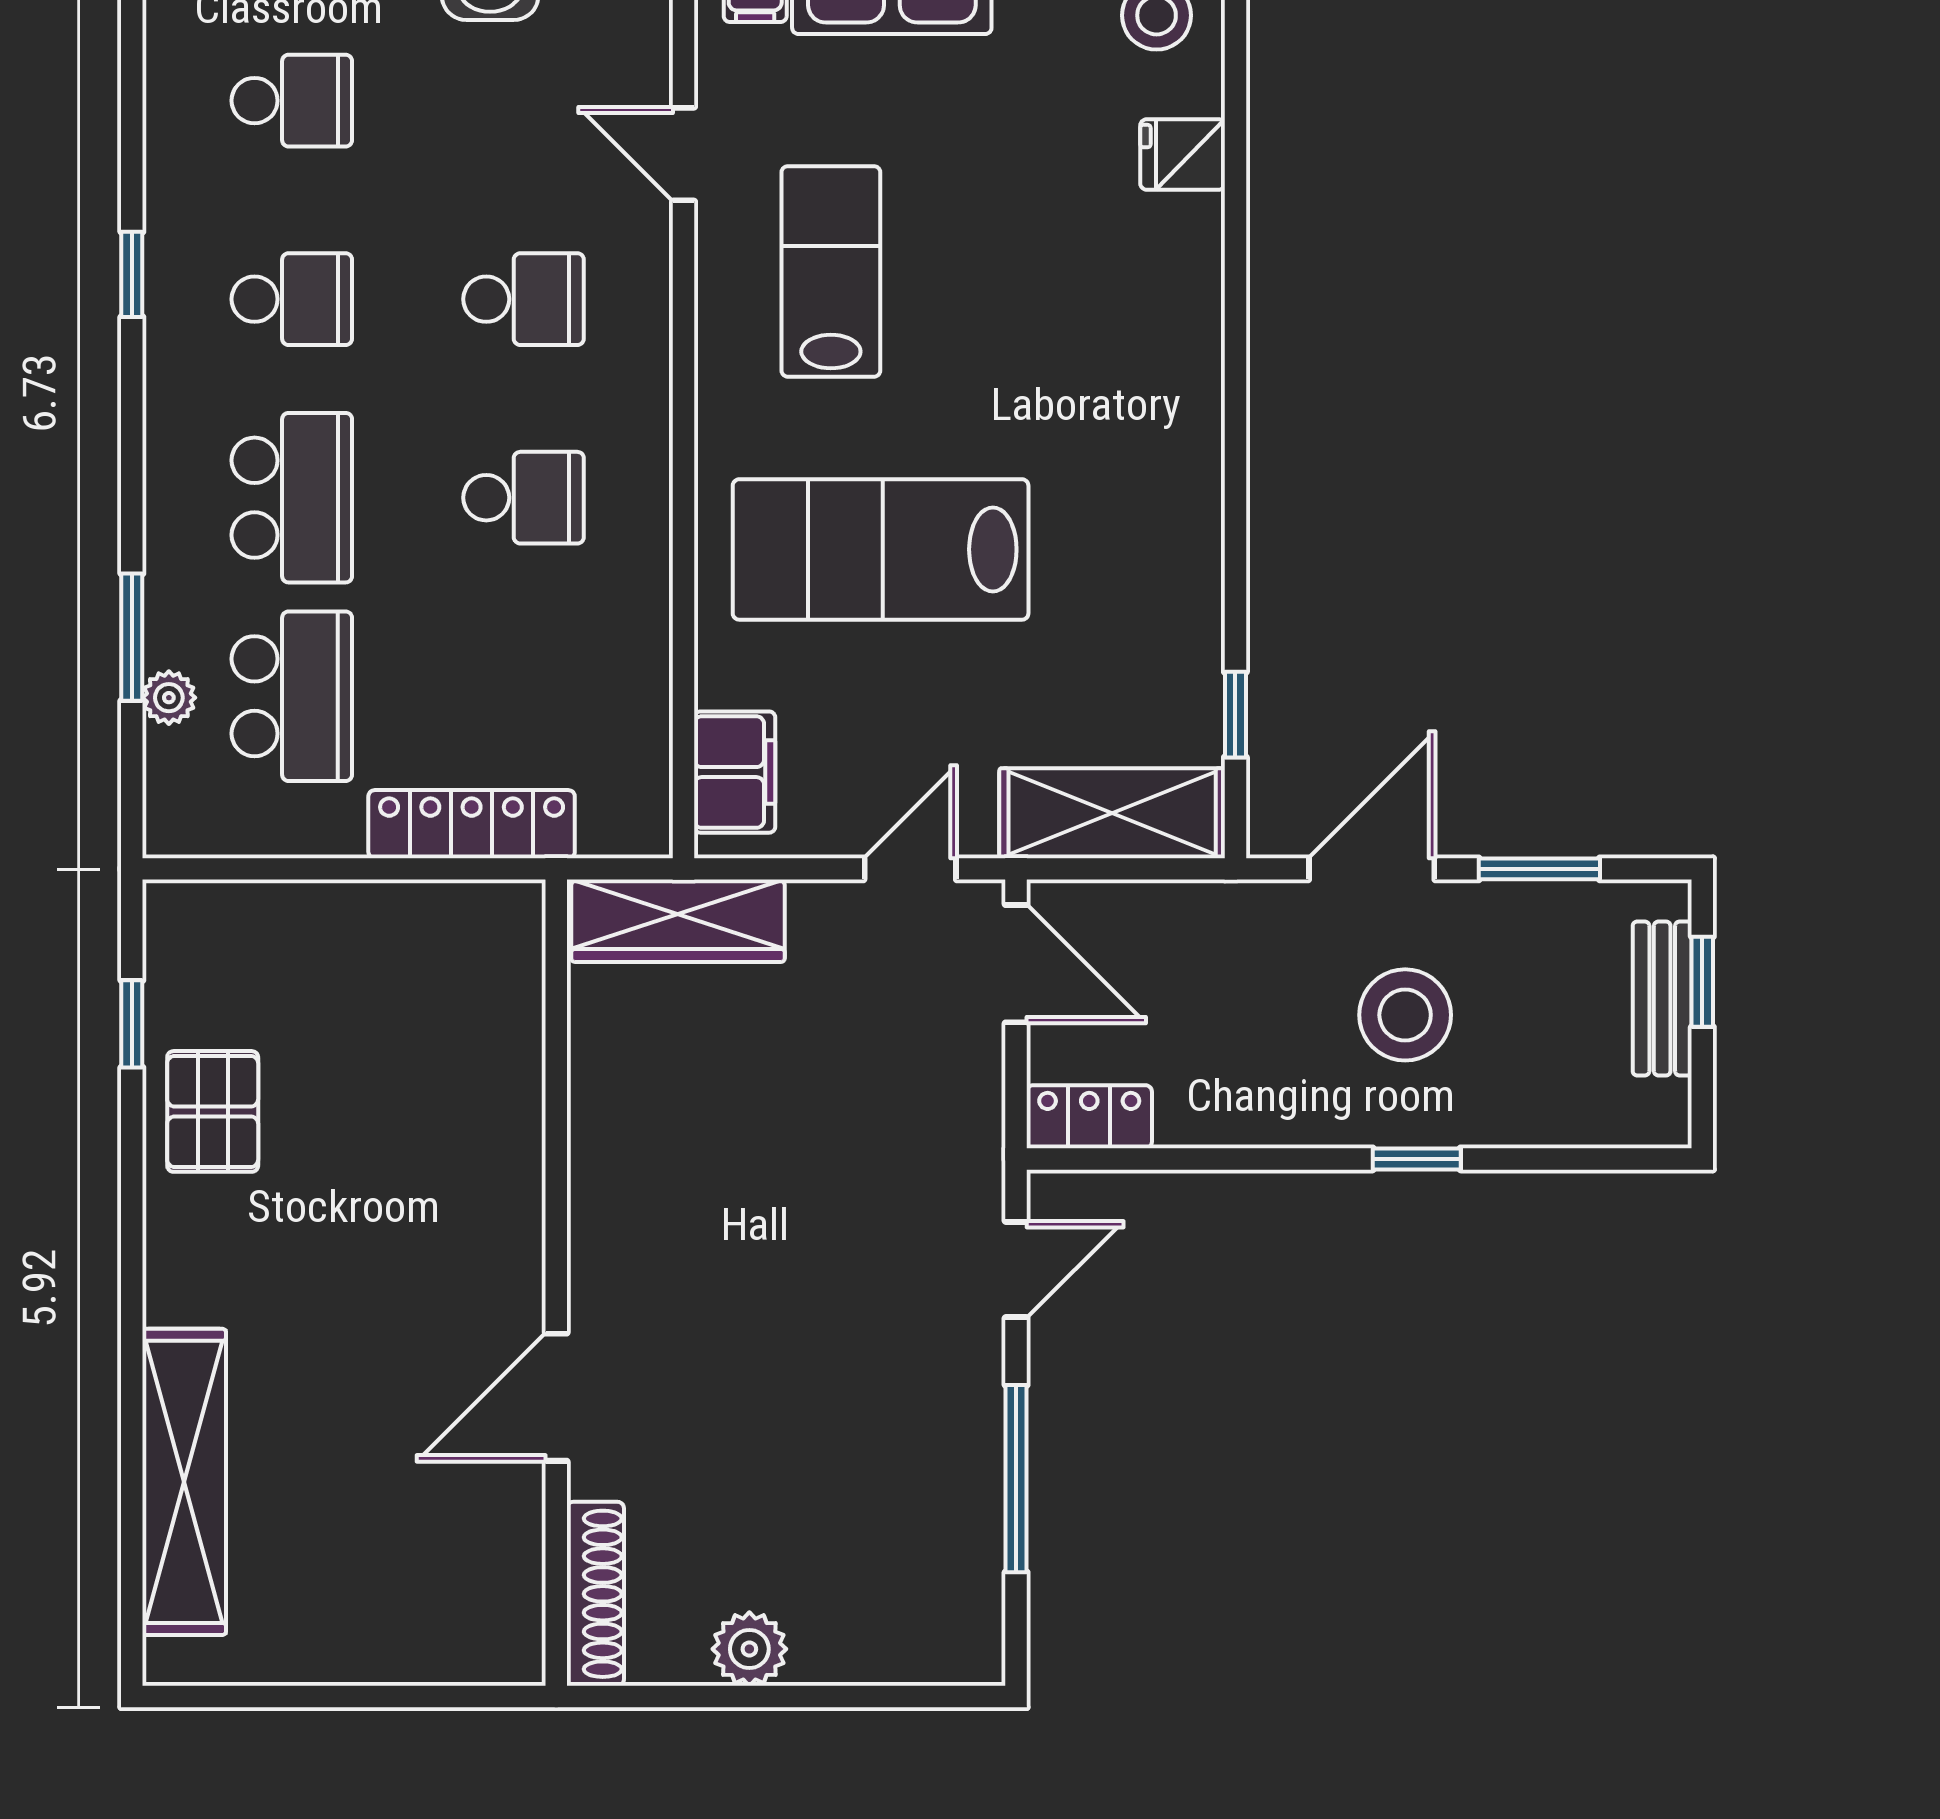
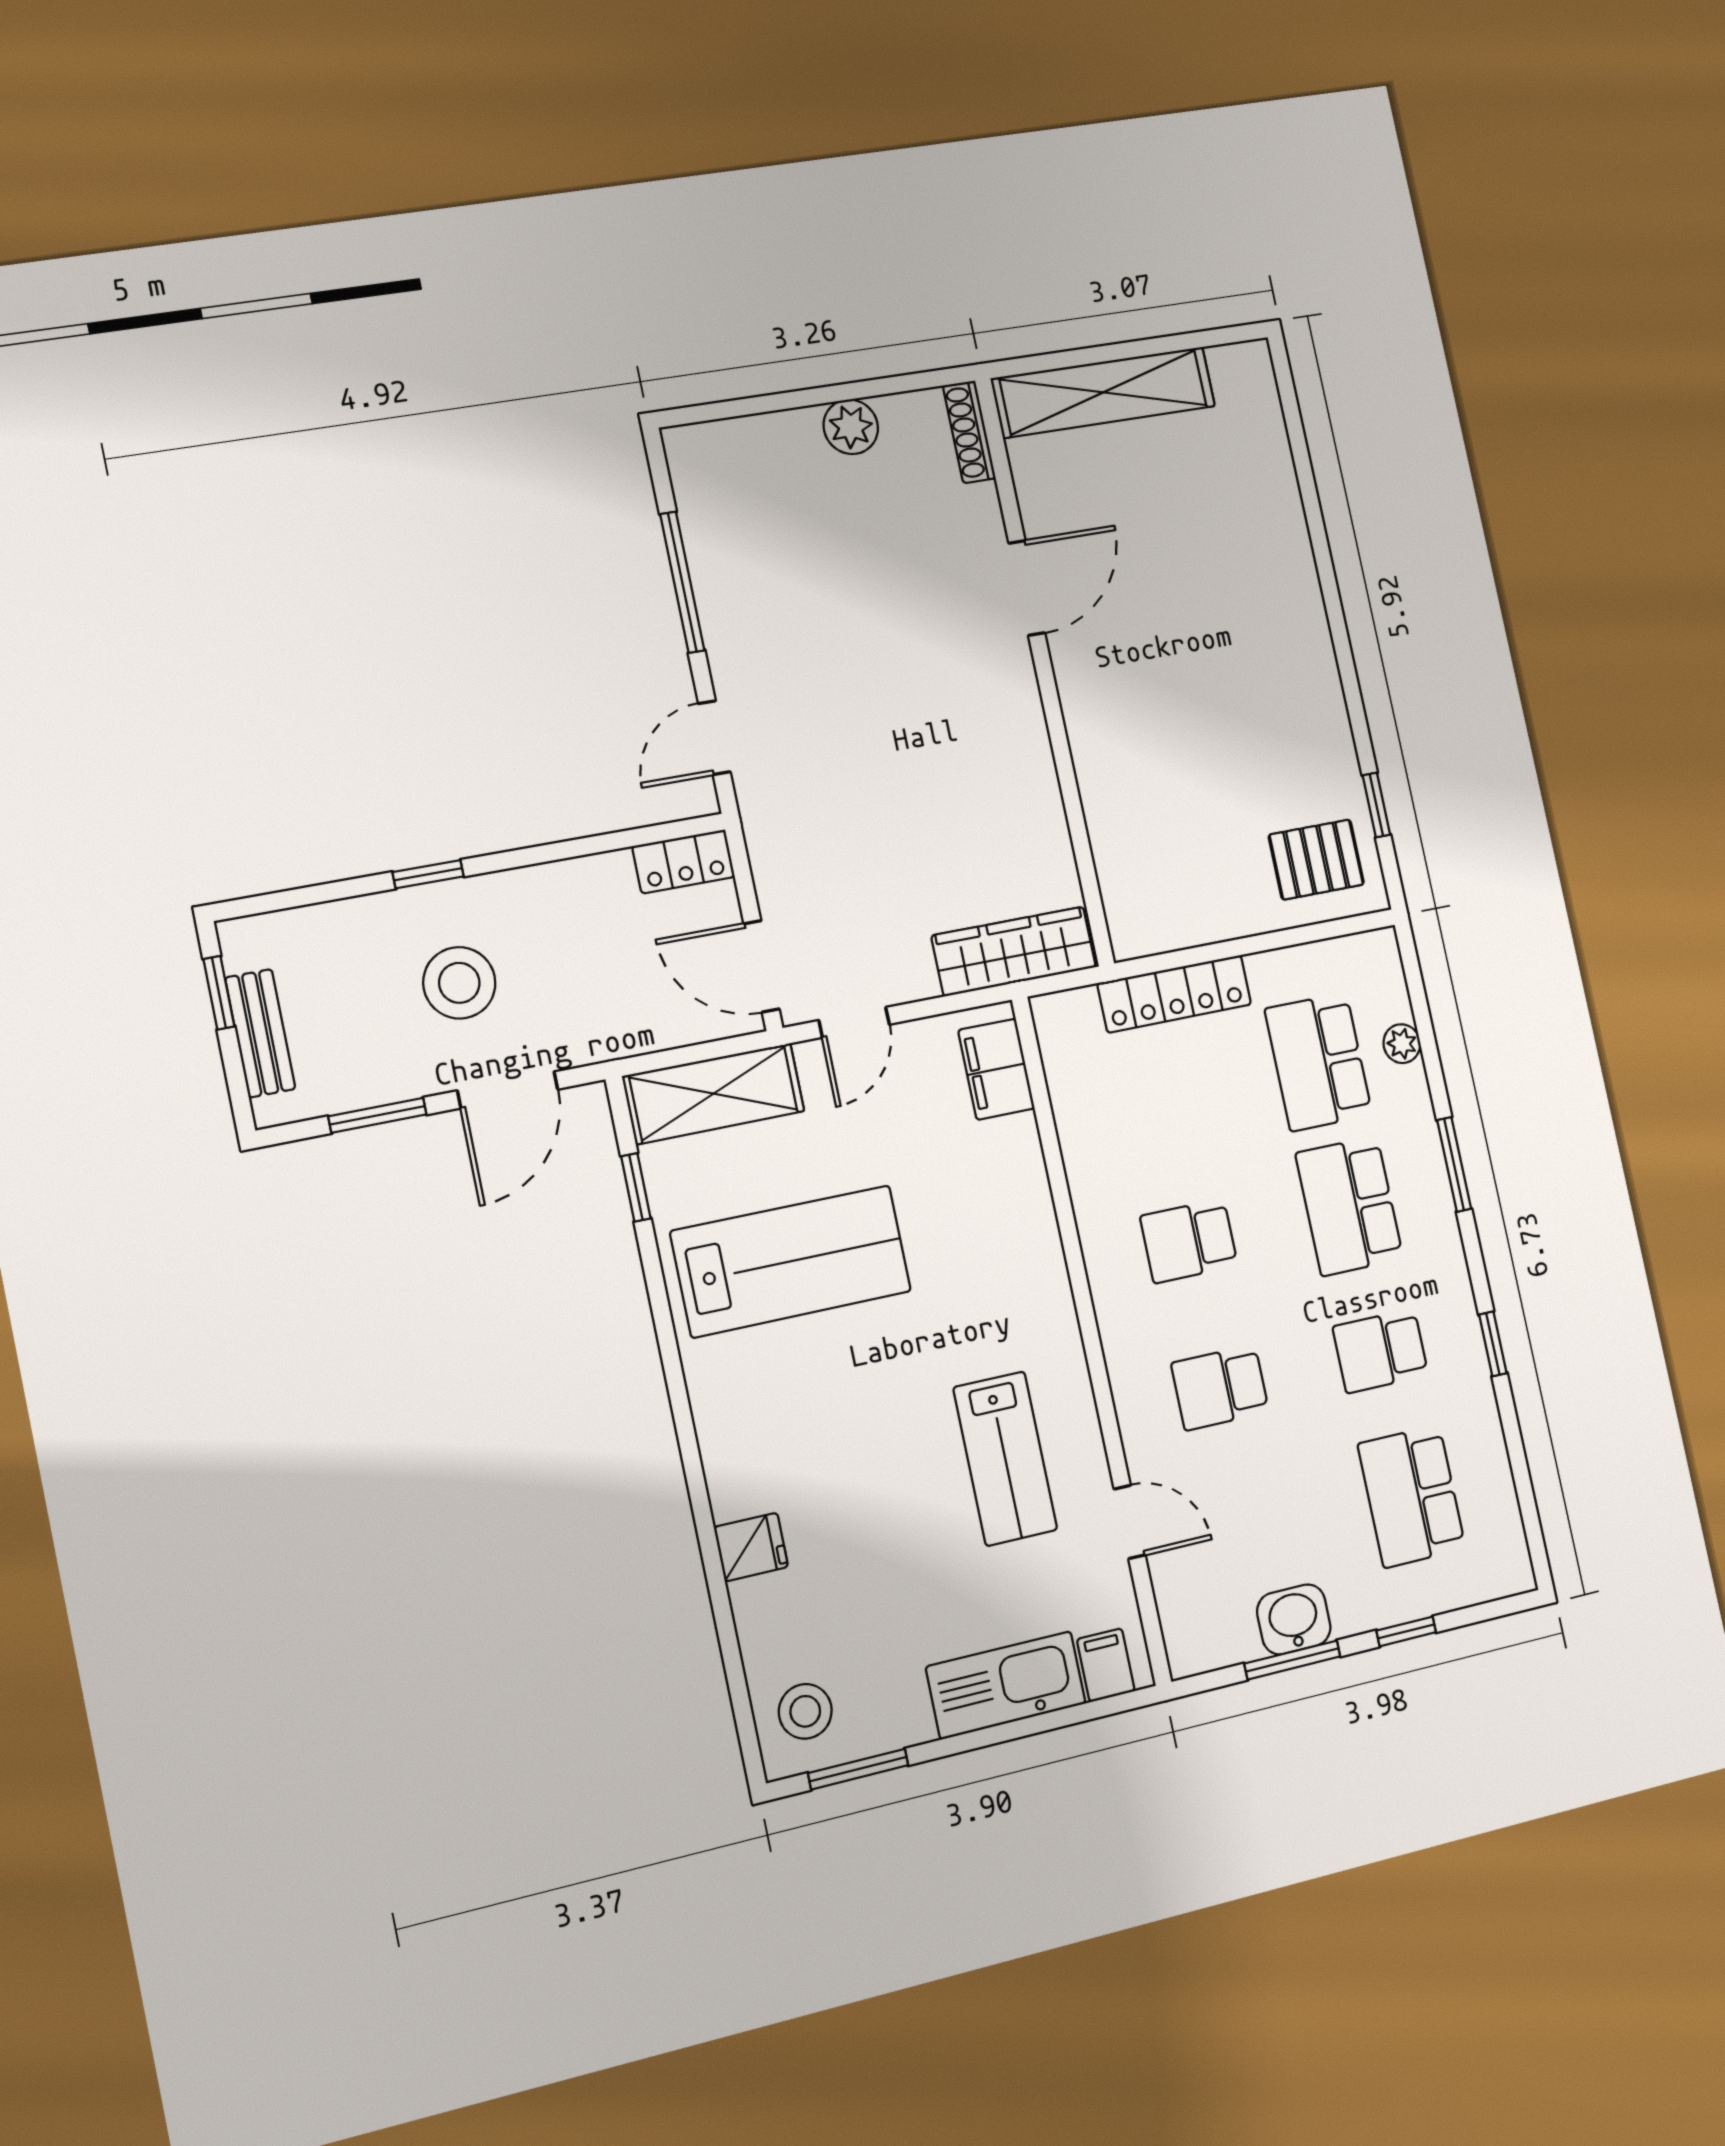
school desk: (292, 101) -> (1412, 1496), width x1.85
fridge: (1183, 154) -> (751, 1547), moved
lab bench: (881, 549) -> (791, 1261), moved
window: (132, 637) -> (1454, 1164), moved
window: (1702, 982) -> (219, 993), moved
pallet: (213, 1111) -> (1316, 860), moved, turned 90
shelving: (184, 1482) -> (1103, 392), moved, turned 90
shoe rack: (595, 1594) -> (969, 432), width x0.74, depth x0.81

